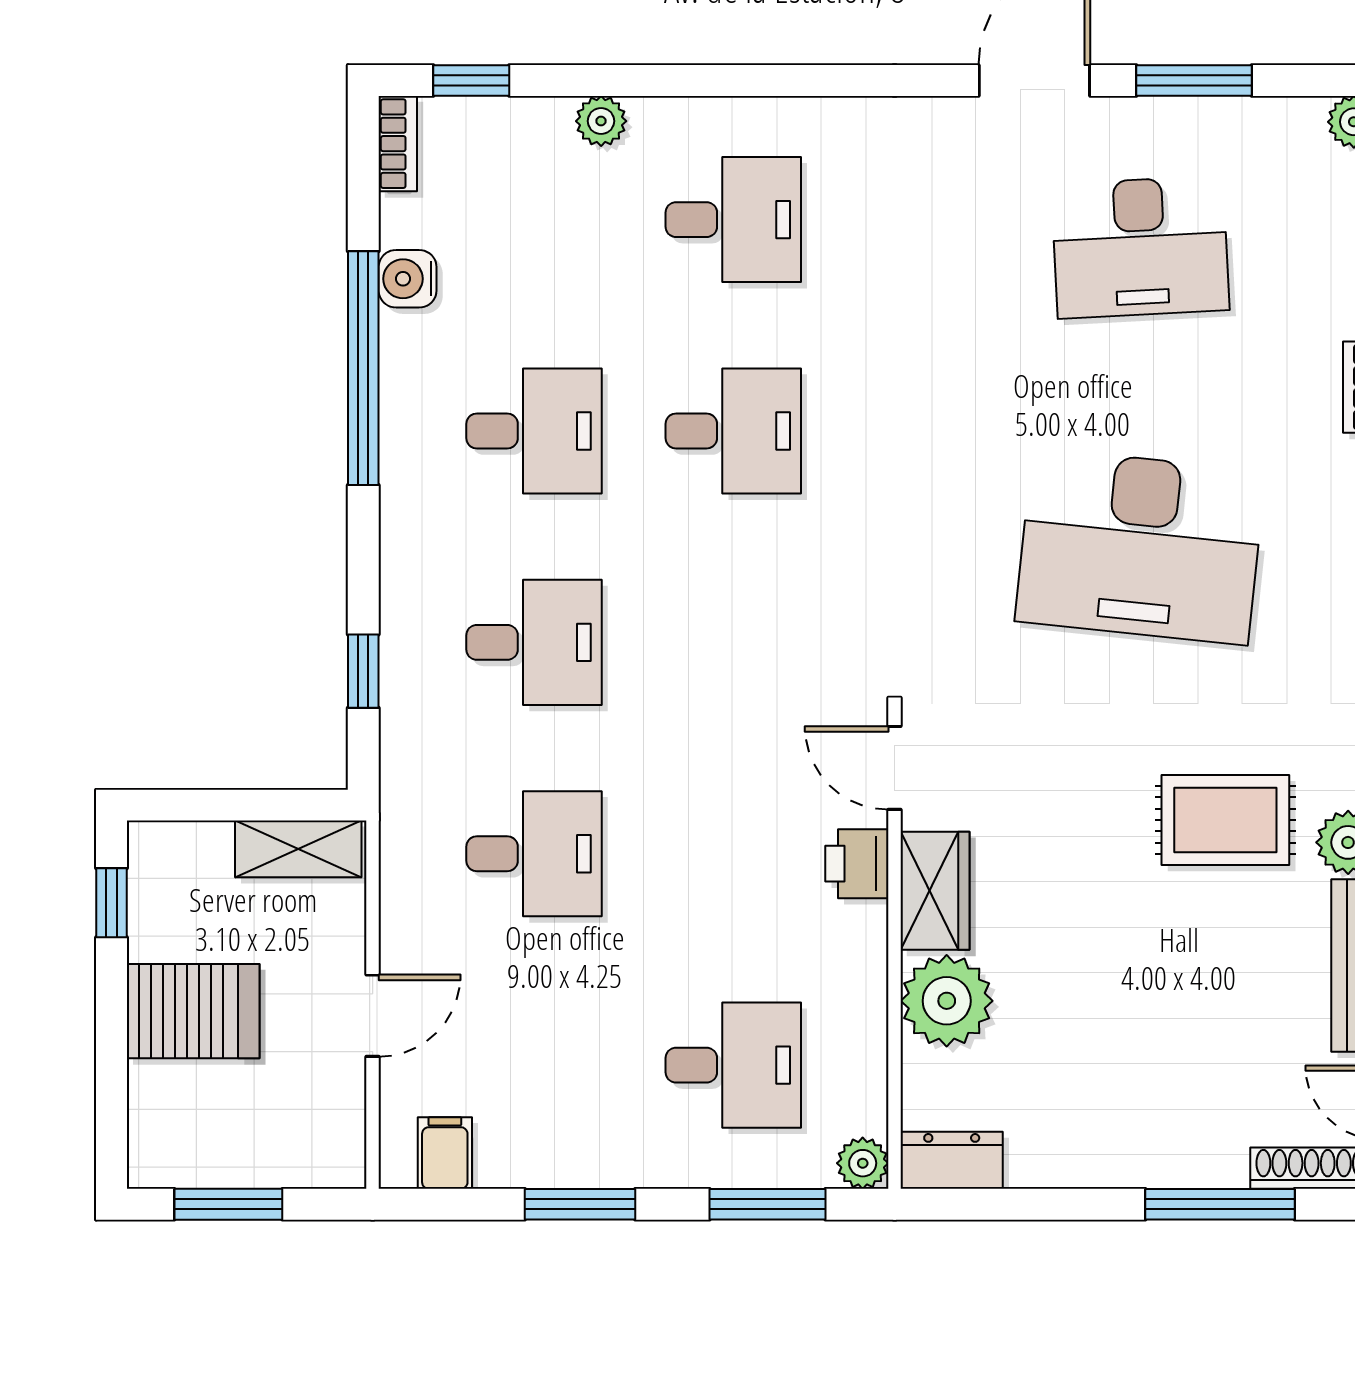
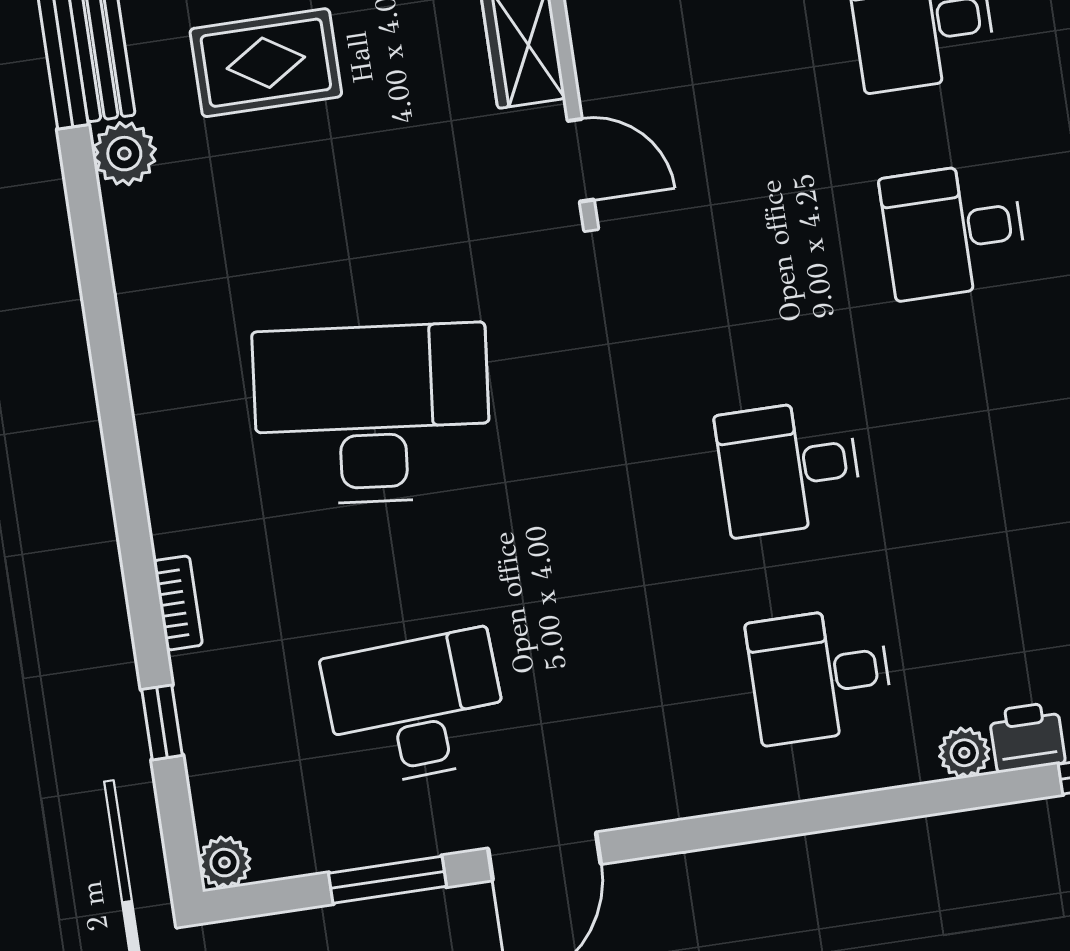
desk: (534, 431) -> (985, 438), removed
rug: (1225, 820) -> (266, 63), moved
printer: (857, 864) -> (1027, 737), moved, turned -90

